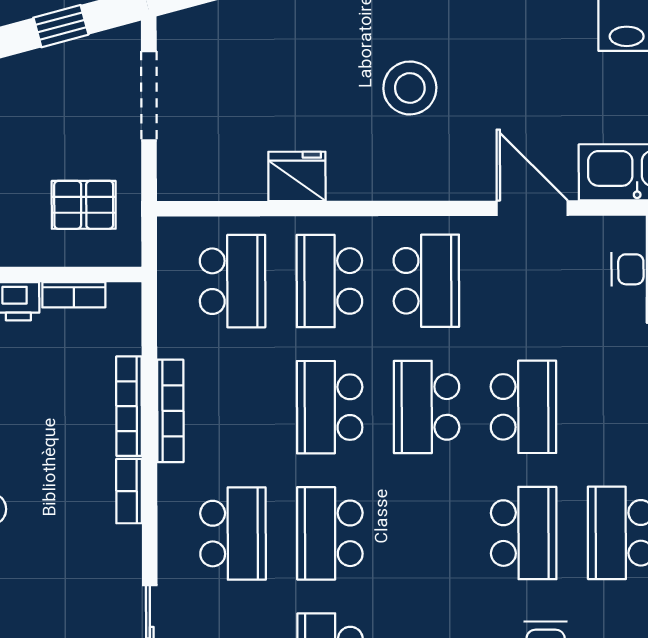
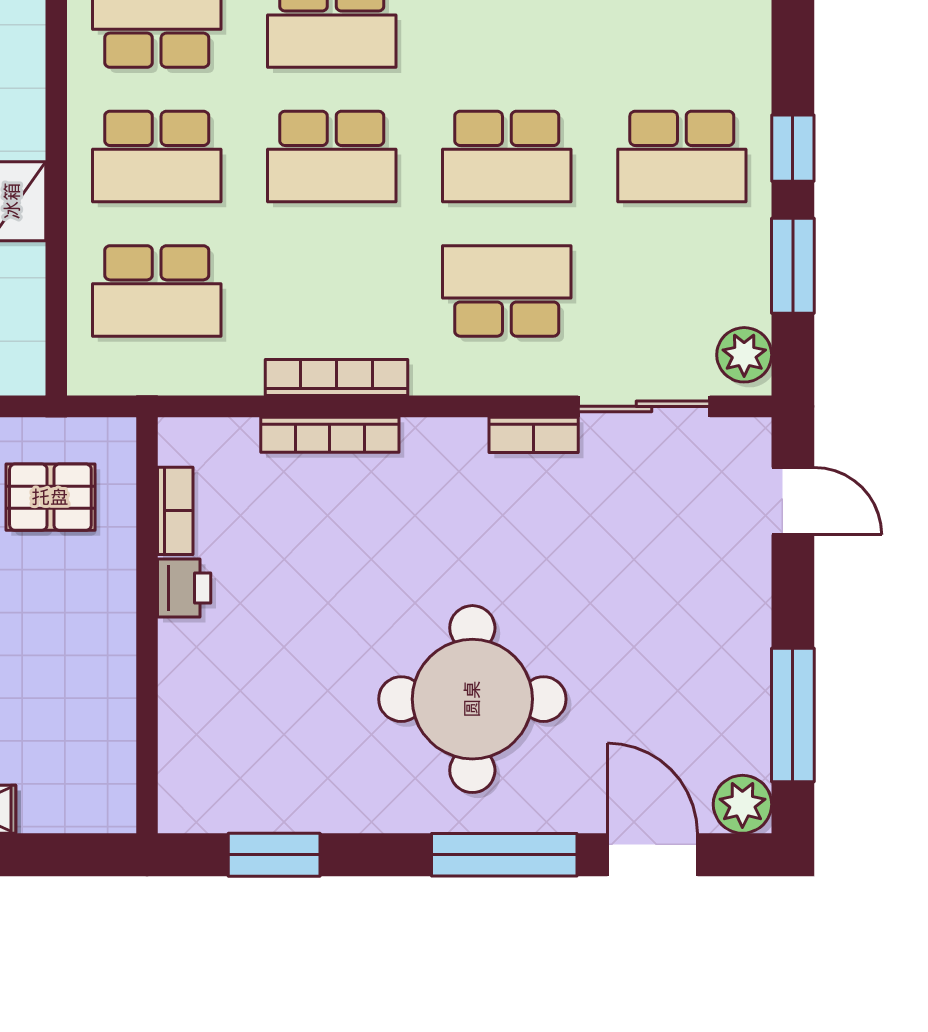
pallet: (84, 205) -> (50, 497), turned 90
school desk: (233, 281) -> (157, 291), turned 180
bookcase: (129, 491) -> (534, 435), moved

